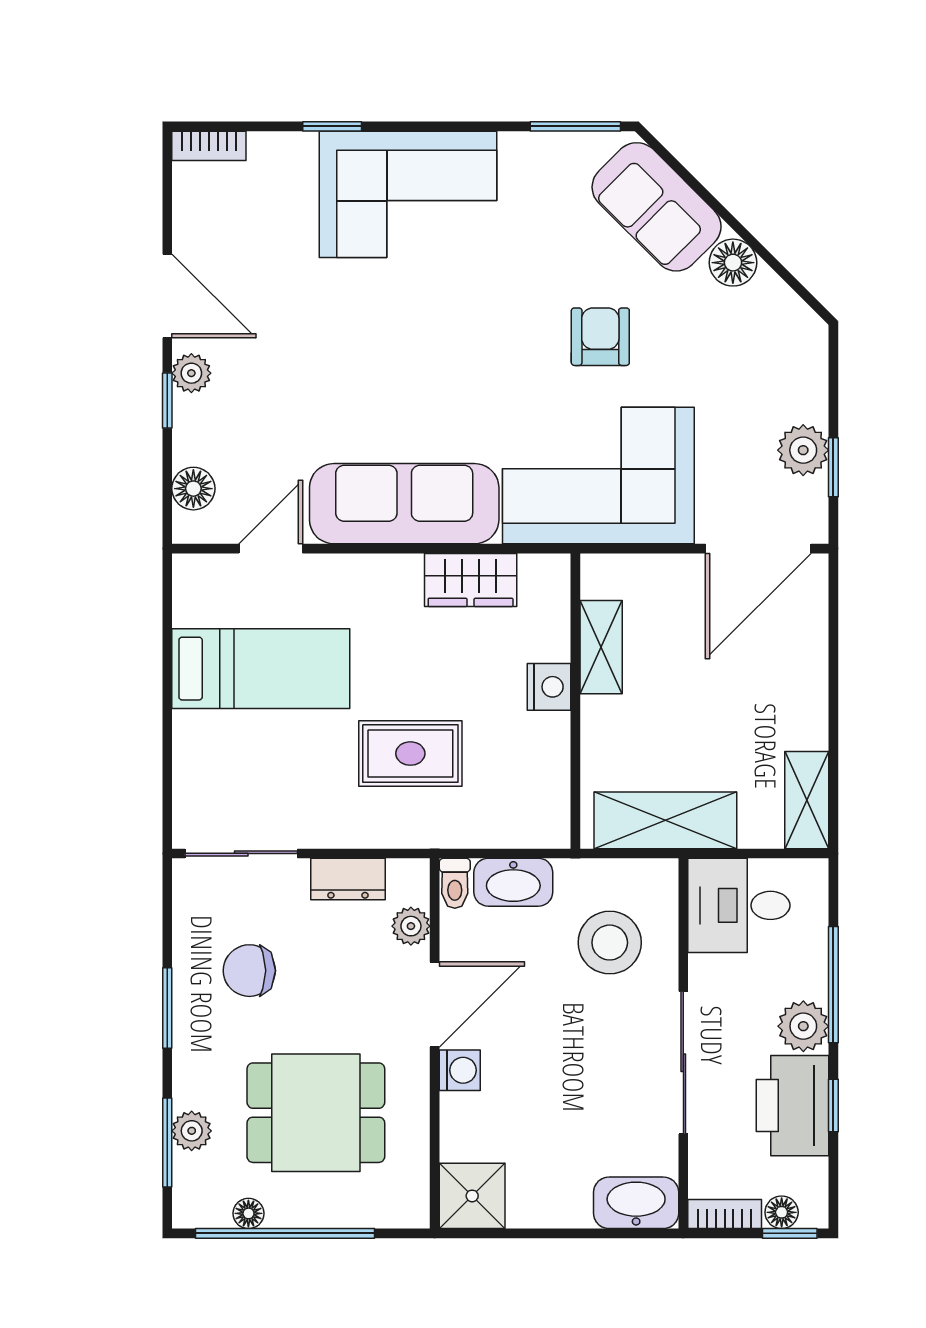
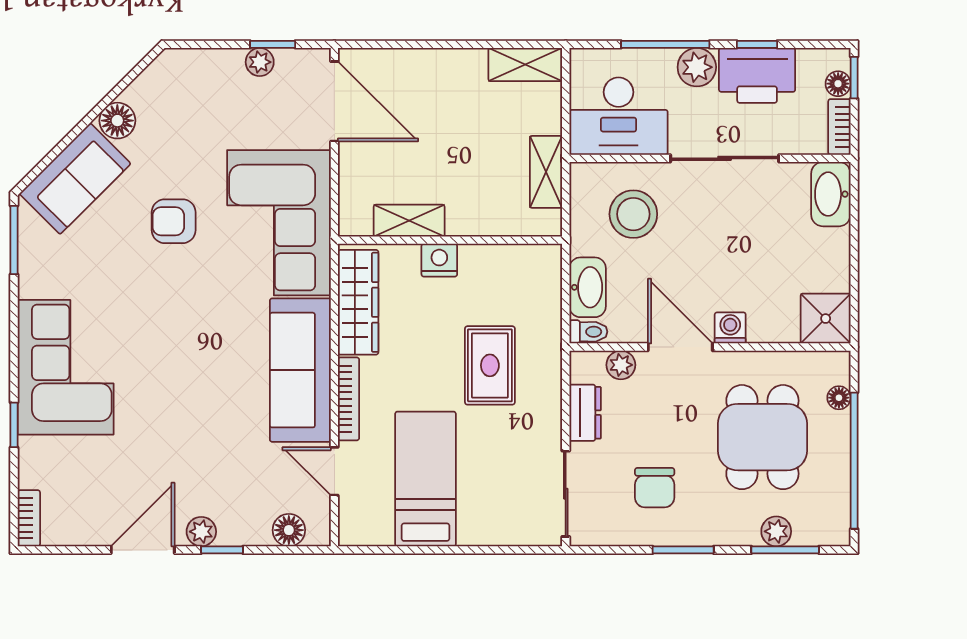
plant: (803, 450) -> (260, 62), width x0.73, depth x0.73
bookcase: (366, 567) -> (349, 399), added
wardrobe: (471, 580) -> (358, 302), width x1.50
shelving: (665, 820) -> (546, 172), width x0.67, depth x0.75
desk: (739, 905) -> (619, 116), width x1.37
floor lamp: (248, 1213) -> (839, 398), moved

